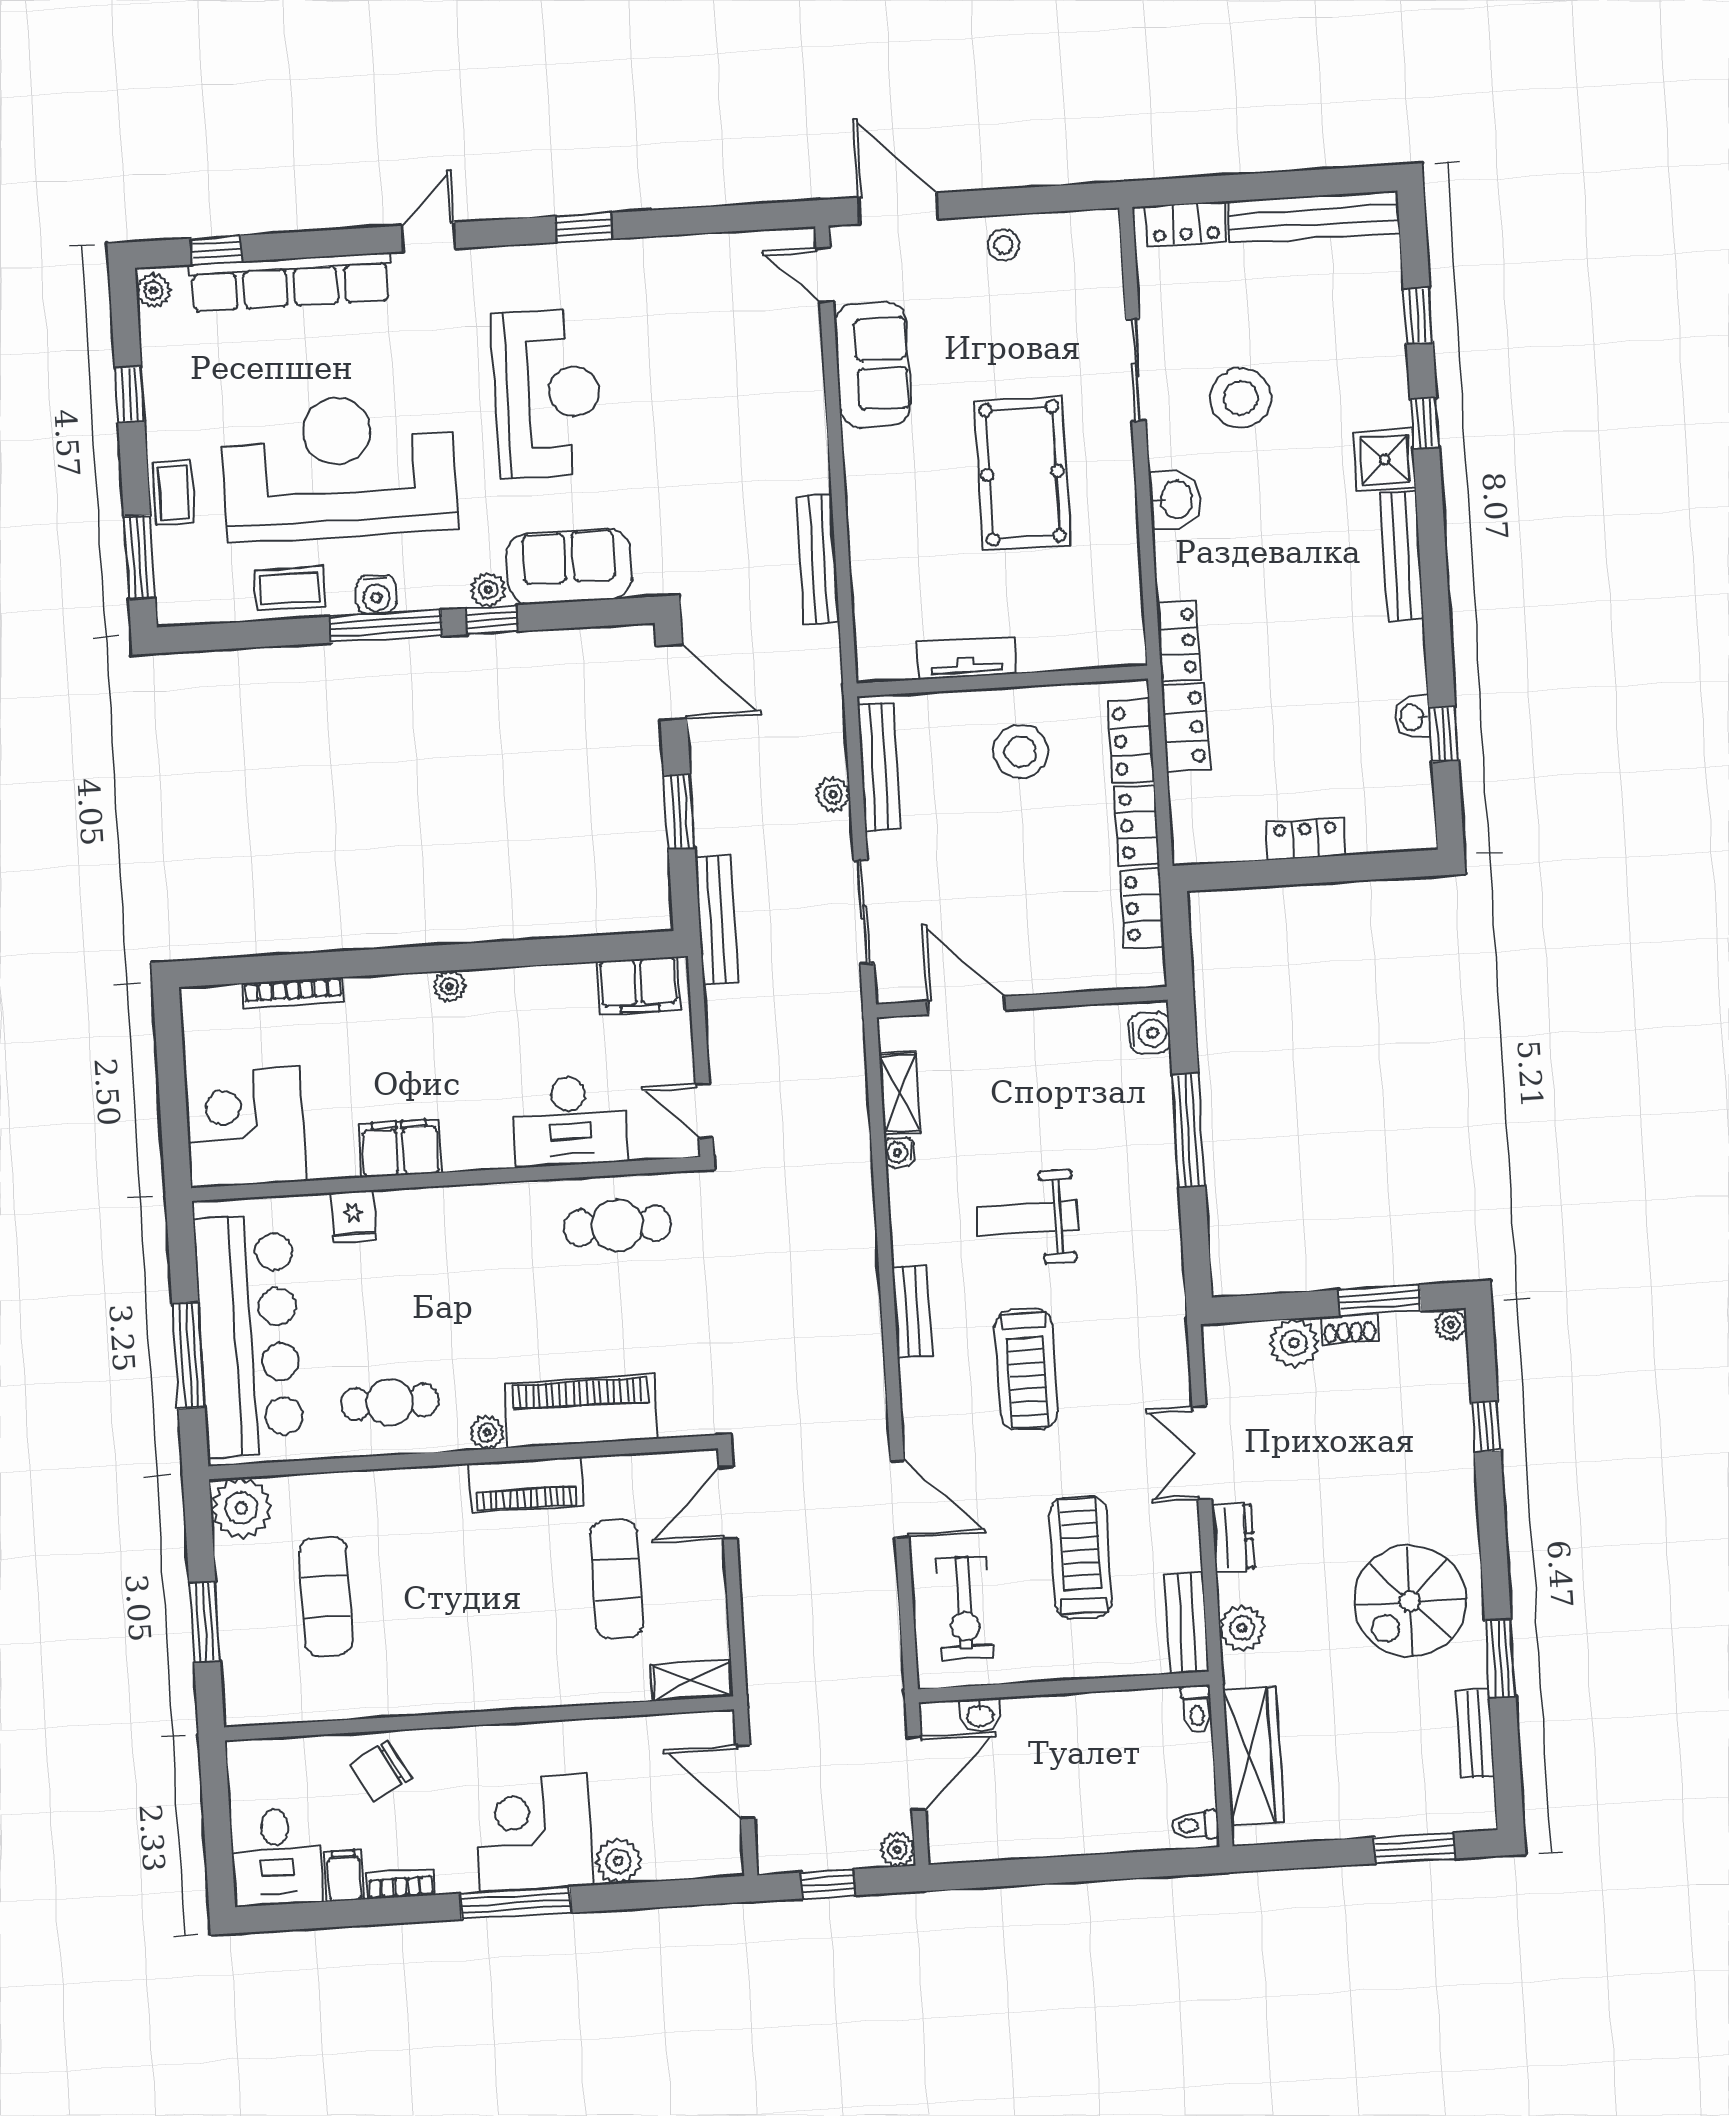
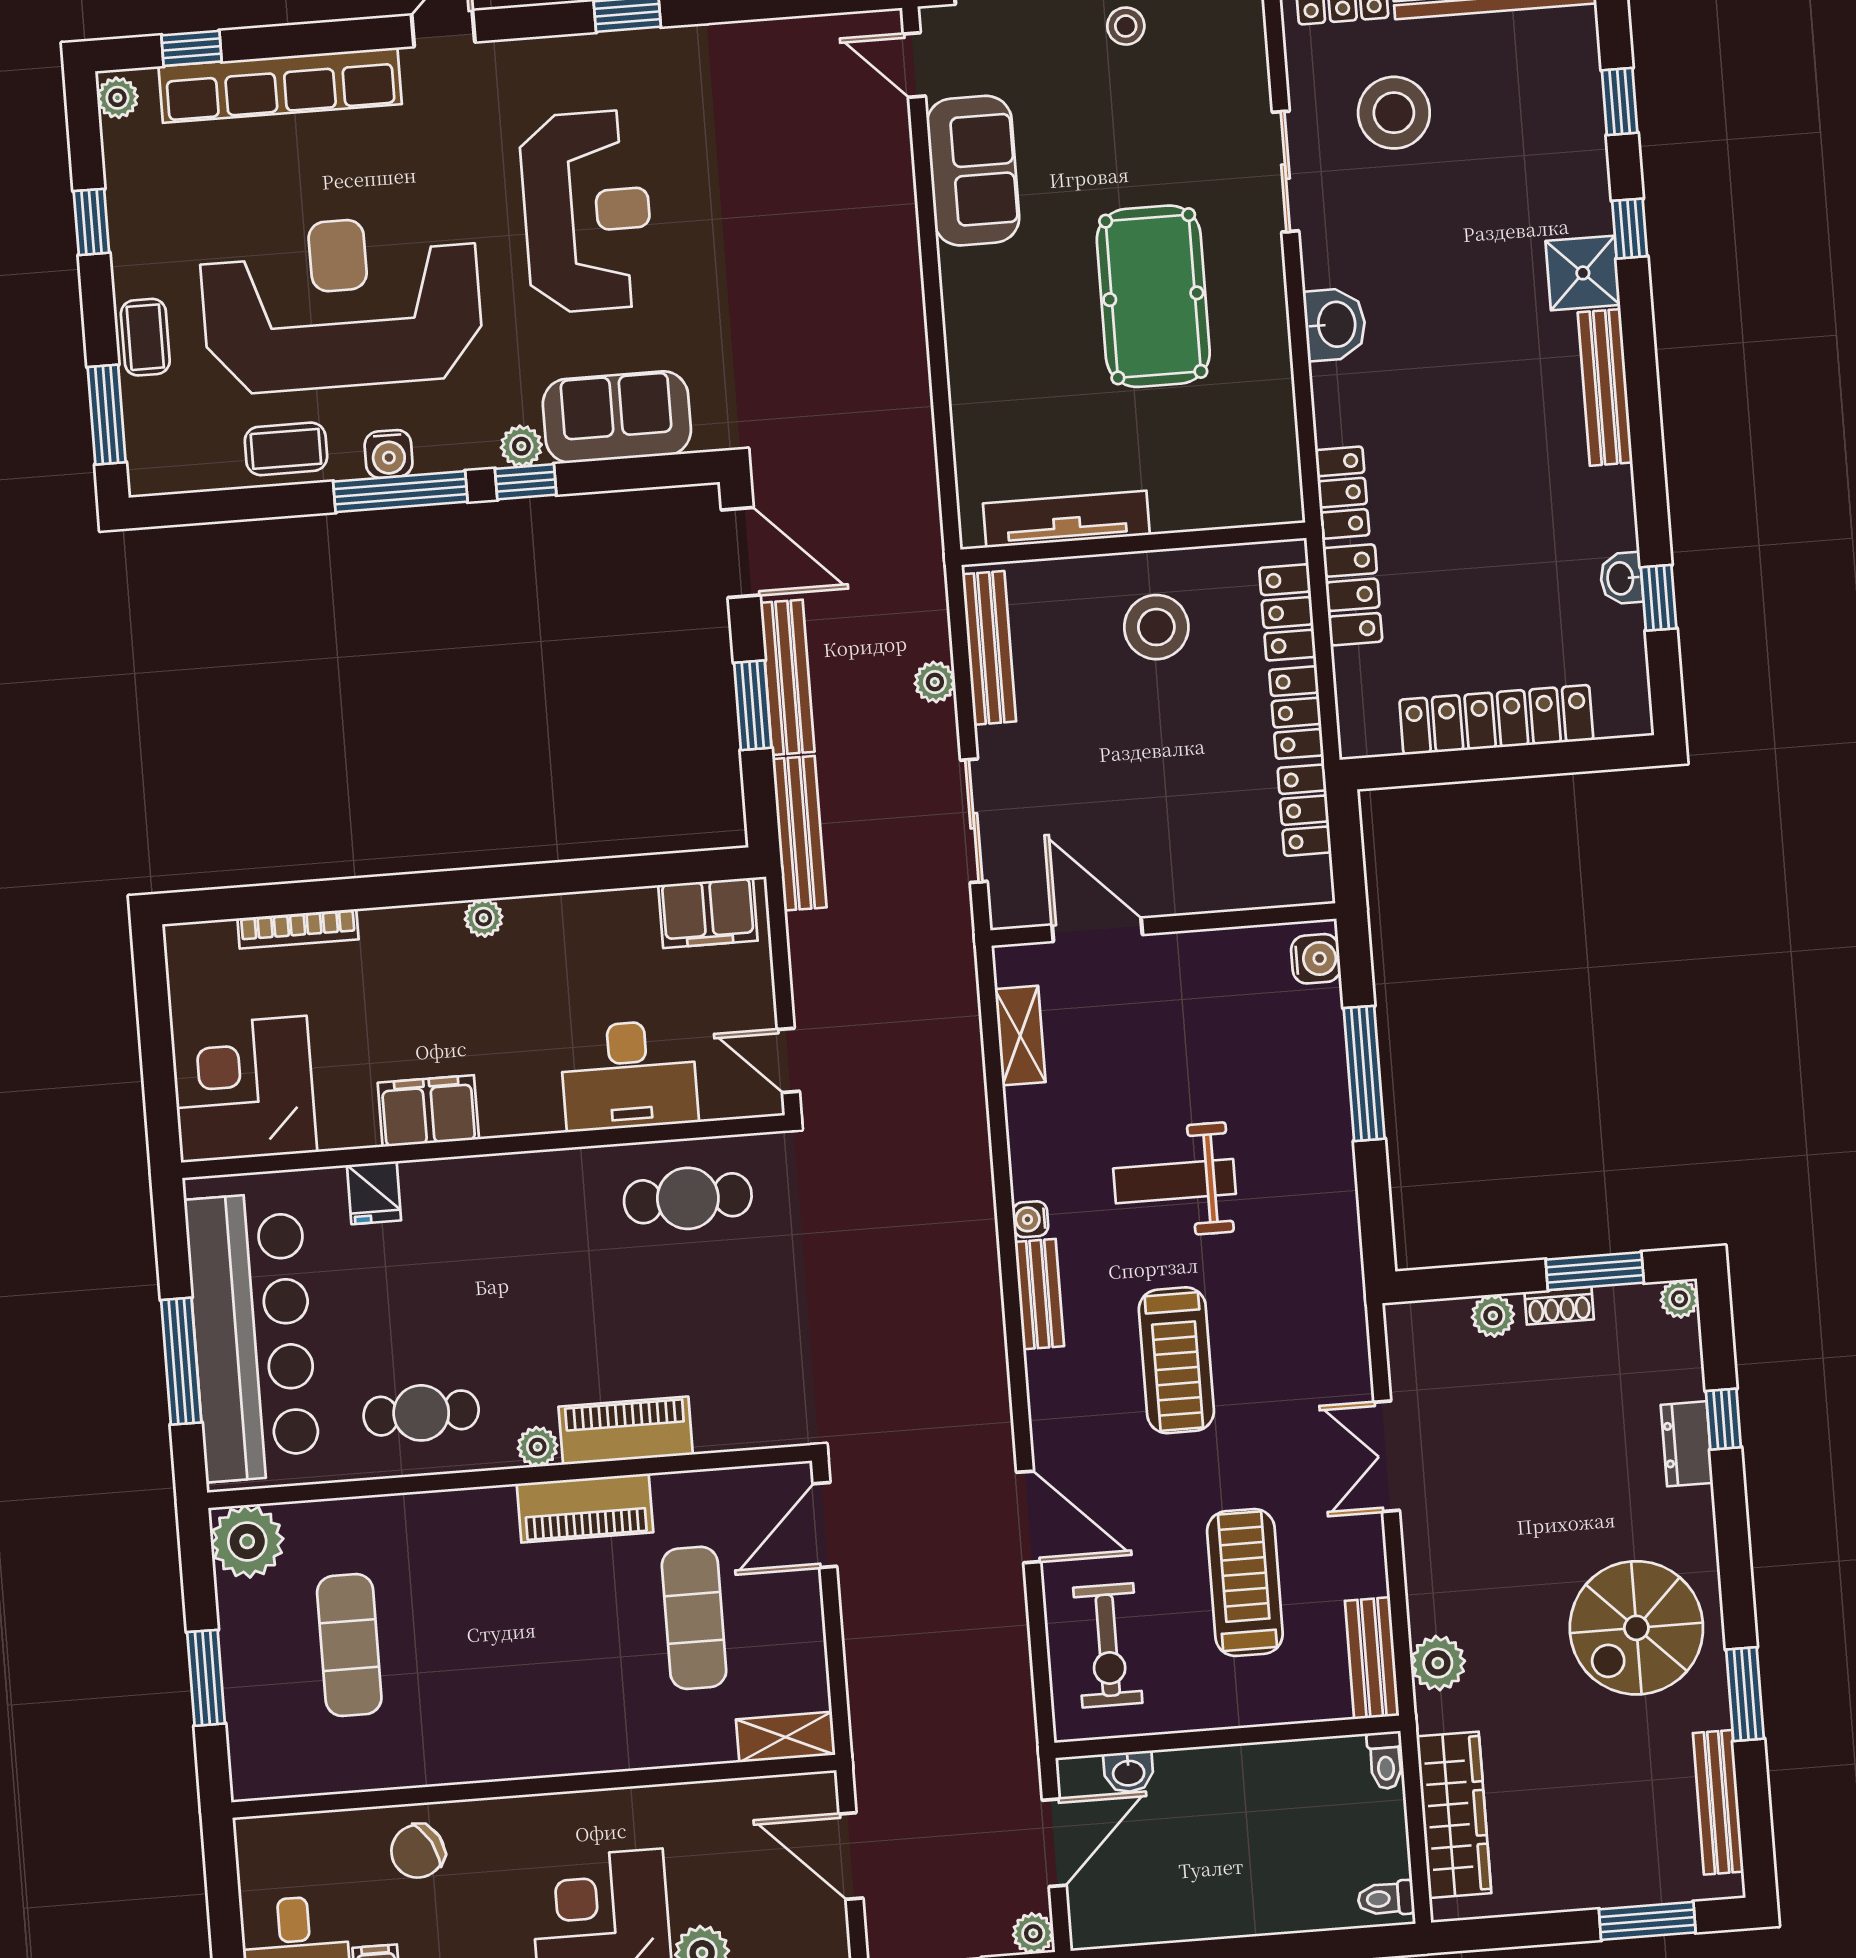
stool: (1241, 398) -> (1394, 113), moved
bench: (818, 559) -> (787, 677), moved
tv unit: (966, 658) -> (1066, 519), width x1.41
locker: (1305, 839) -> (1496, 720), width x2.16, depth x1.21
water cooler: (900, 1152) -> (1030, 1219), moved
plant: (1294, 1343) -> (1493, 1316), width x0.73, depth x0.73
piano: (581, 1411) -> (626, 1431), width x0.73, depth x0.75
dresser: (1233, 1537) -> (1687, 1444), moved, turned 180
bench: (1475, 1733) -> (1718, 1802), width x1.36

